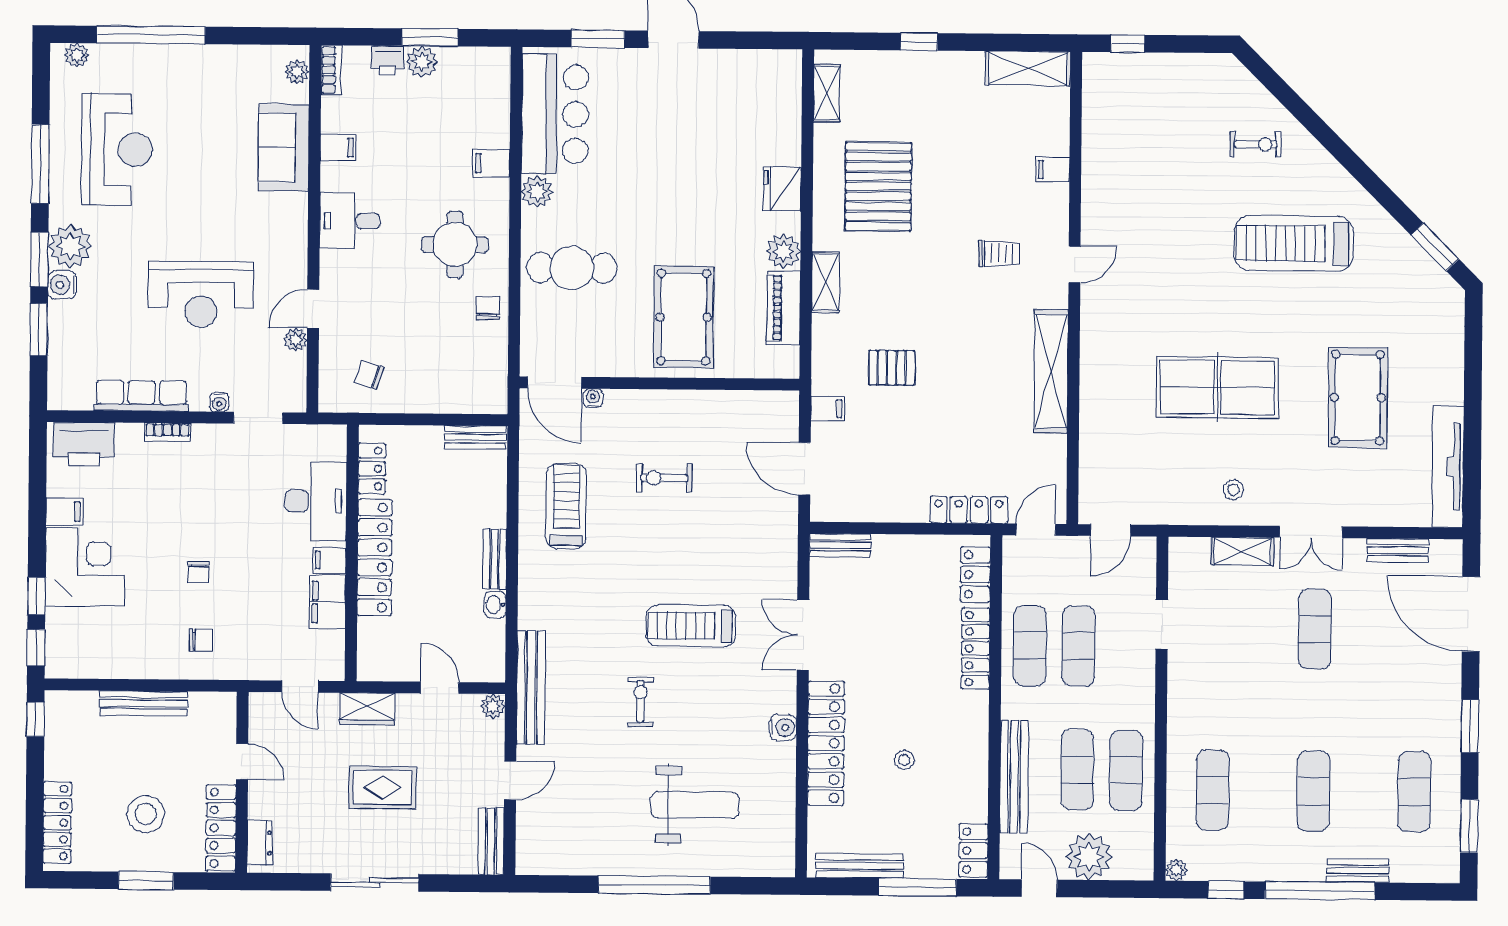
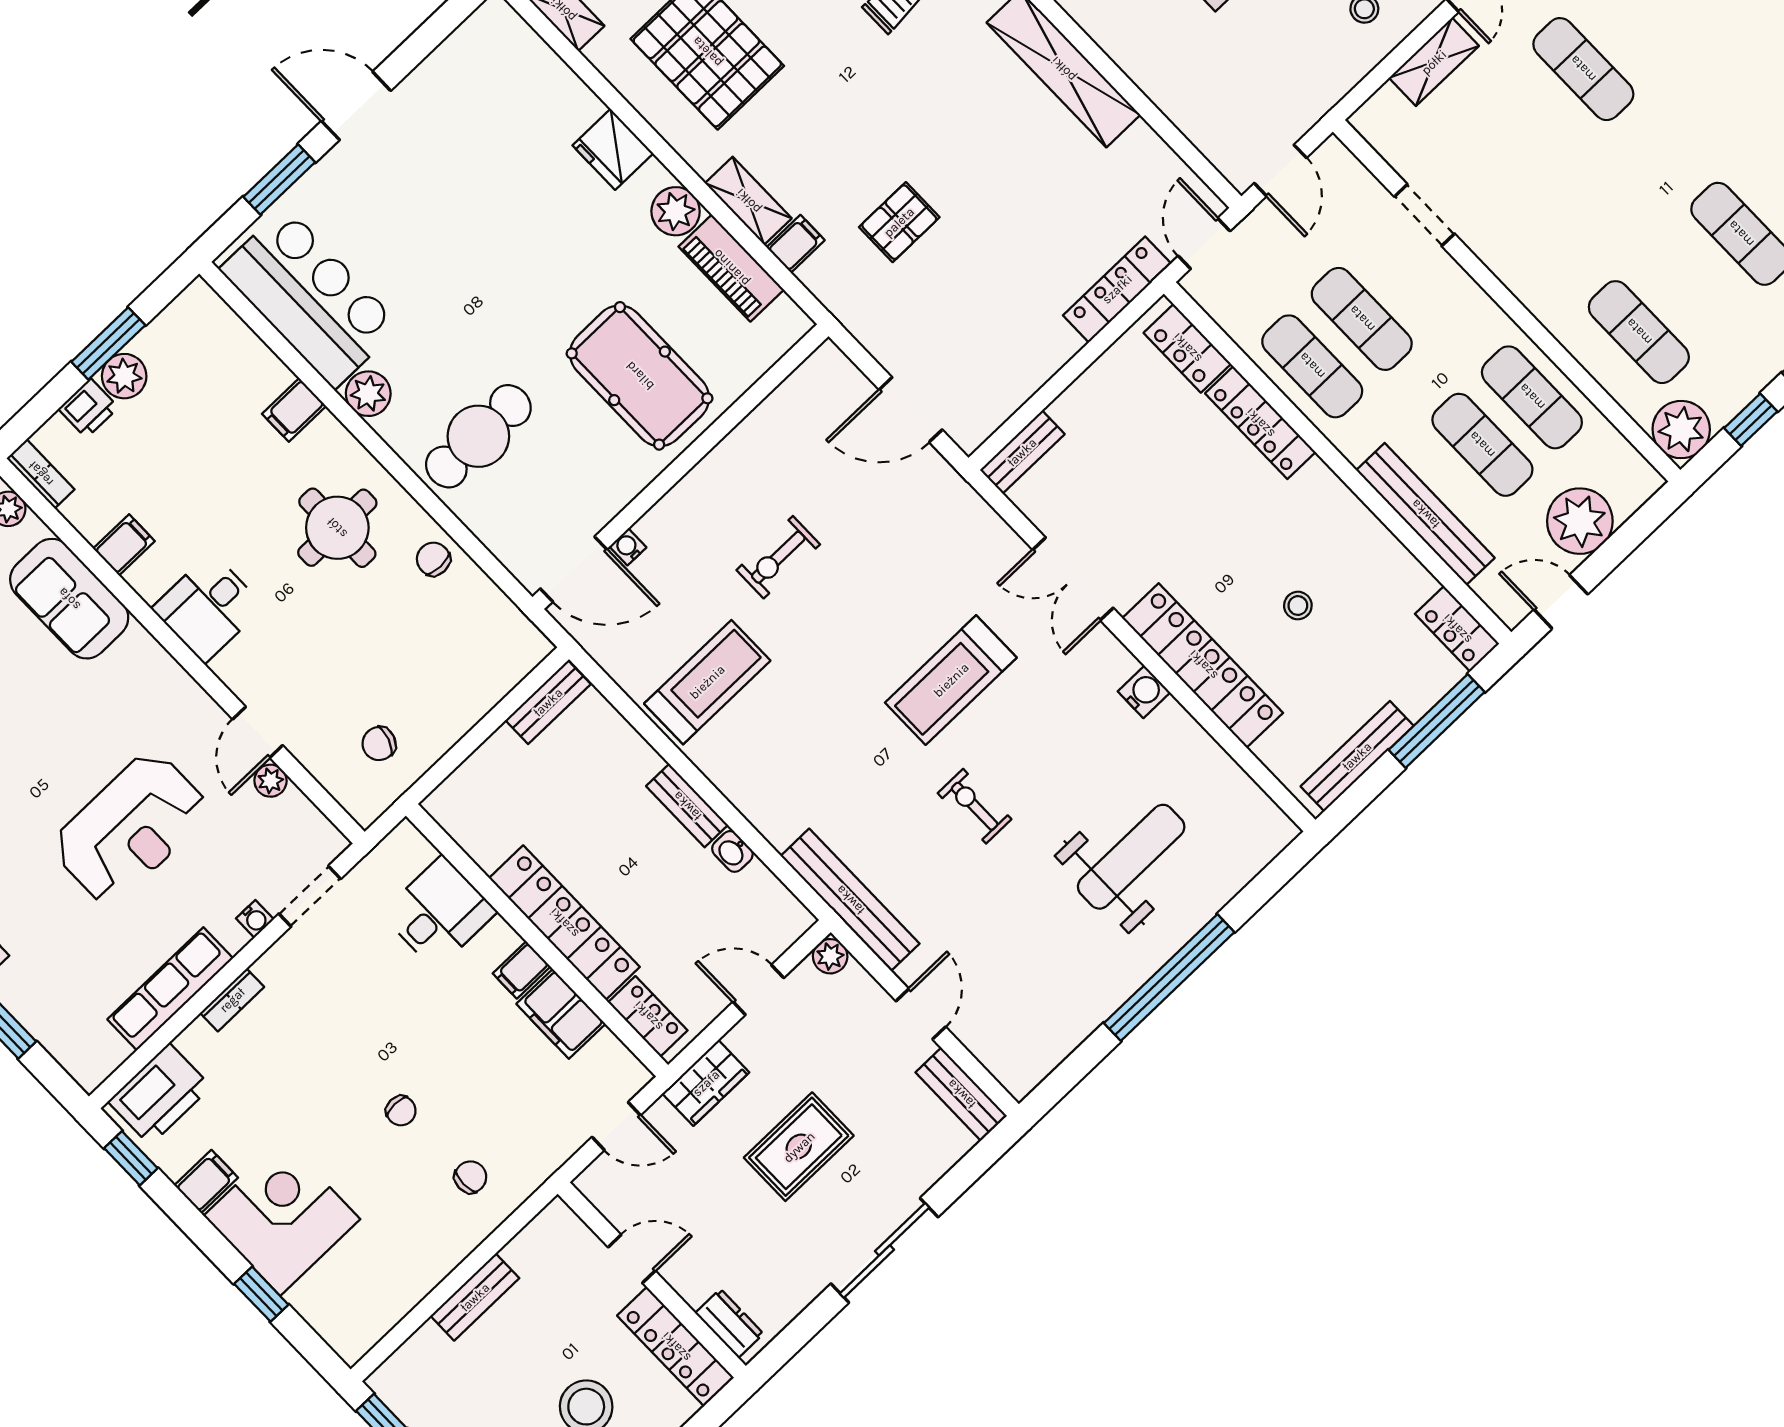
filing cabinet: (828, 409) -> (796, 244), moved
locker: (372, 468) -> (648, 1016), moved
desk: (316, 501) -> (439, 913), width x0.73
treadmill: (566, 506) -> (707, 682), turned 90
window: (36, 648) -> (131, 1158), moved
bench: (144, 703) -> (475, 1297), width x0.73
plant: (1176, 870) -> (1681, 430), width x1.87, depth x1.87

